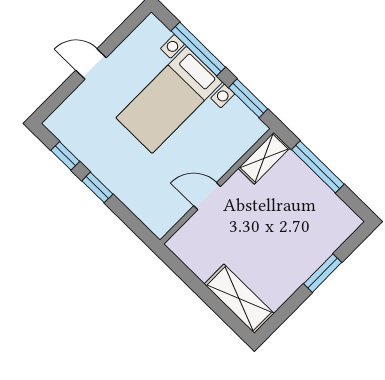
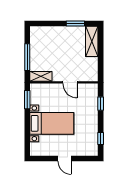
window: (198, 49) -> (27, 130), removed
window: (97, 187) -> (101, 104), moved
window: (323, 273) -> (75, 23), moved

